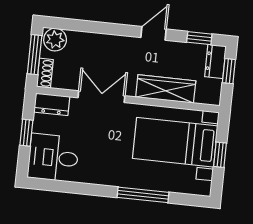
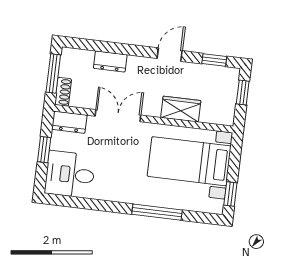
plant: (55, 40) -> (74, 59), removed
dresser: (215, 61) -> (110, 61), moved, turned -90
wardrobe: (166, 89) -> (181, 109), width x0.67
window: (220, 155) -> (230, 194), moved

